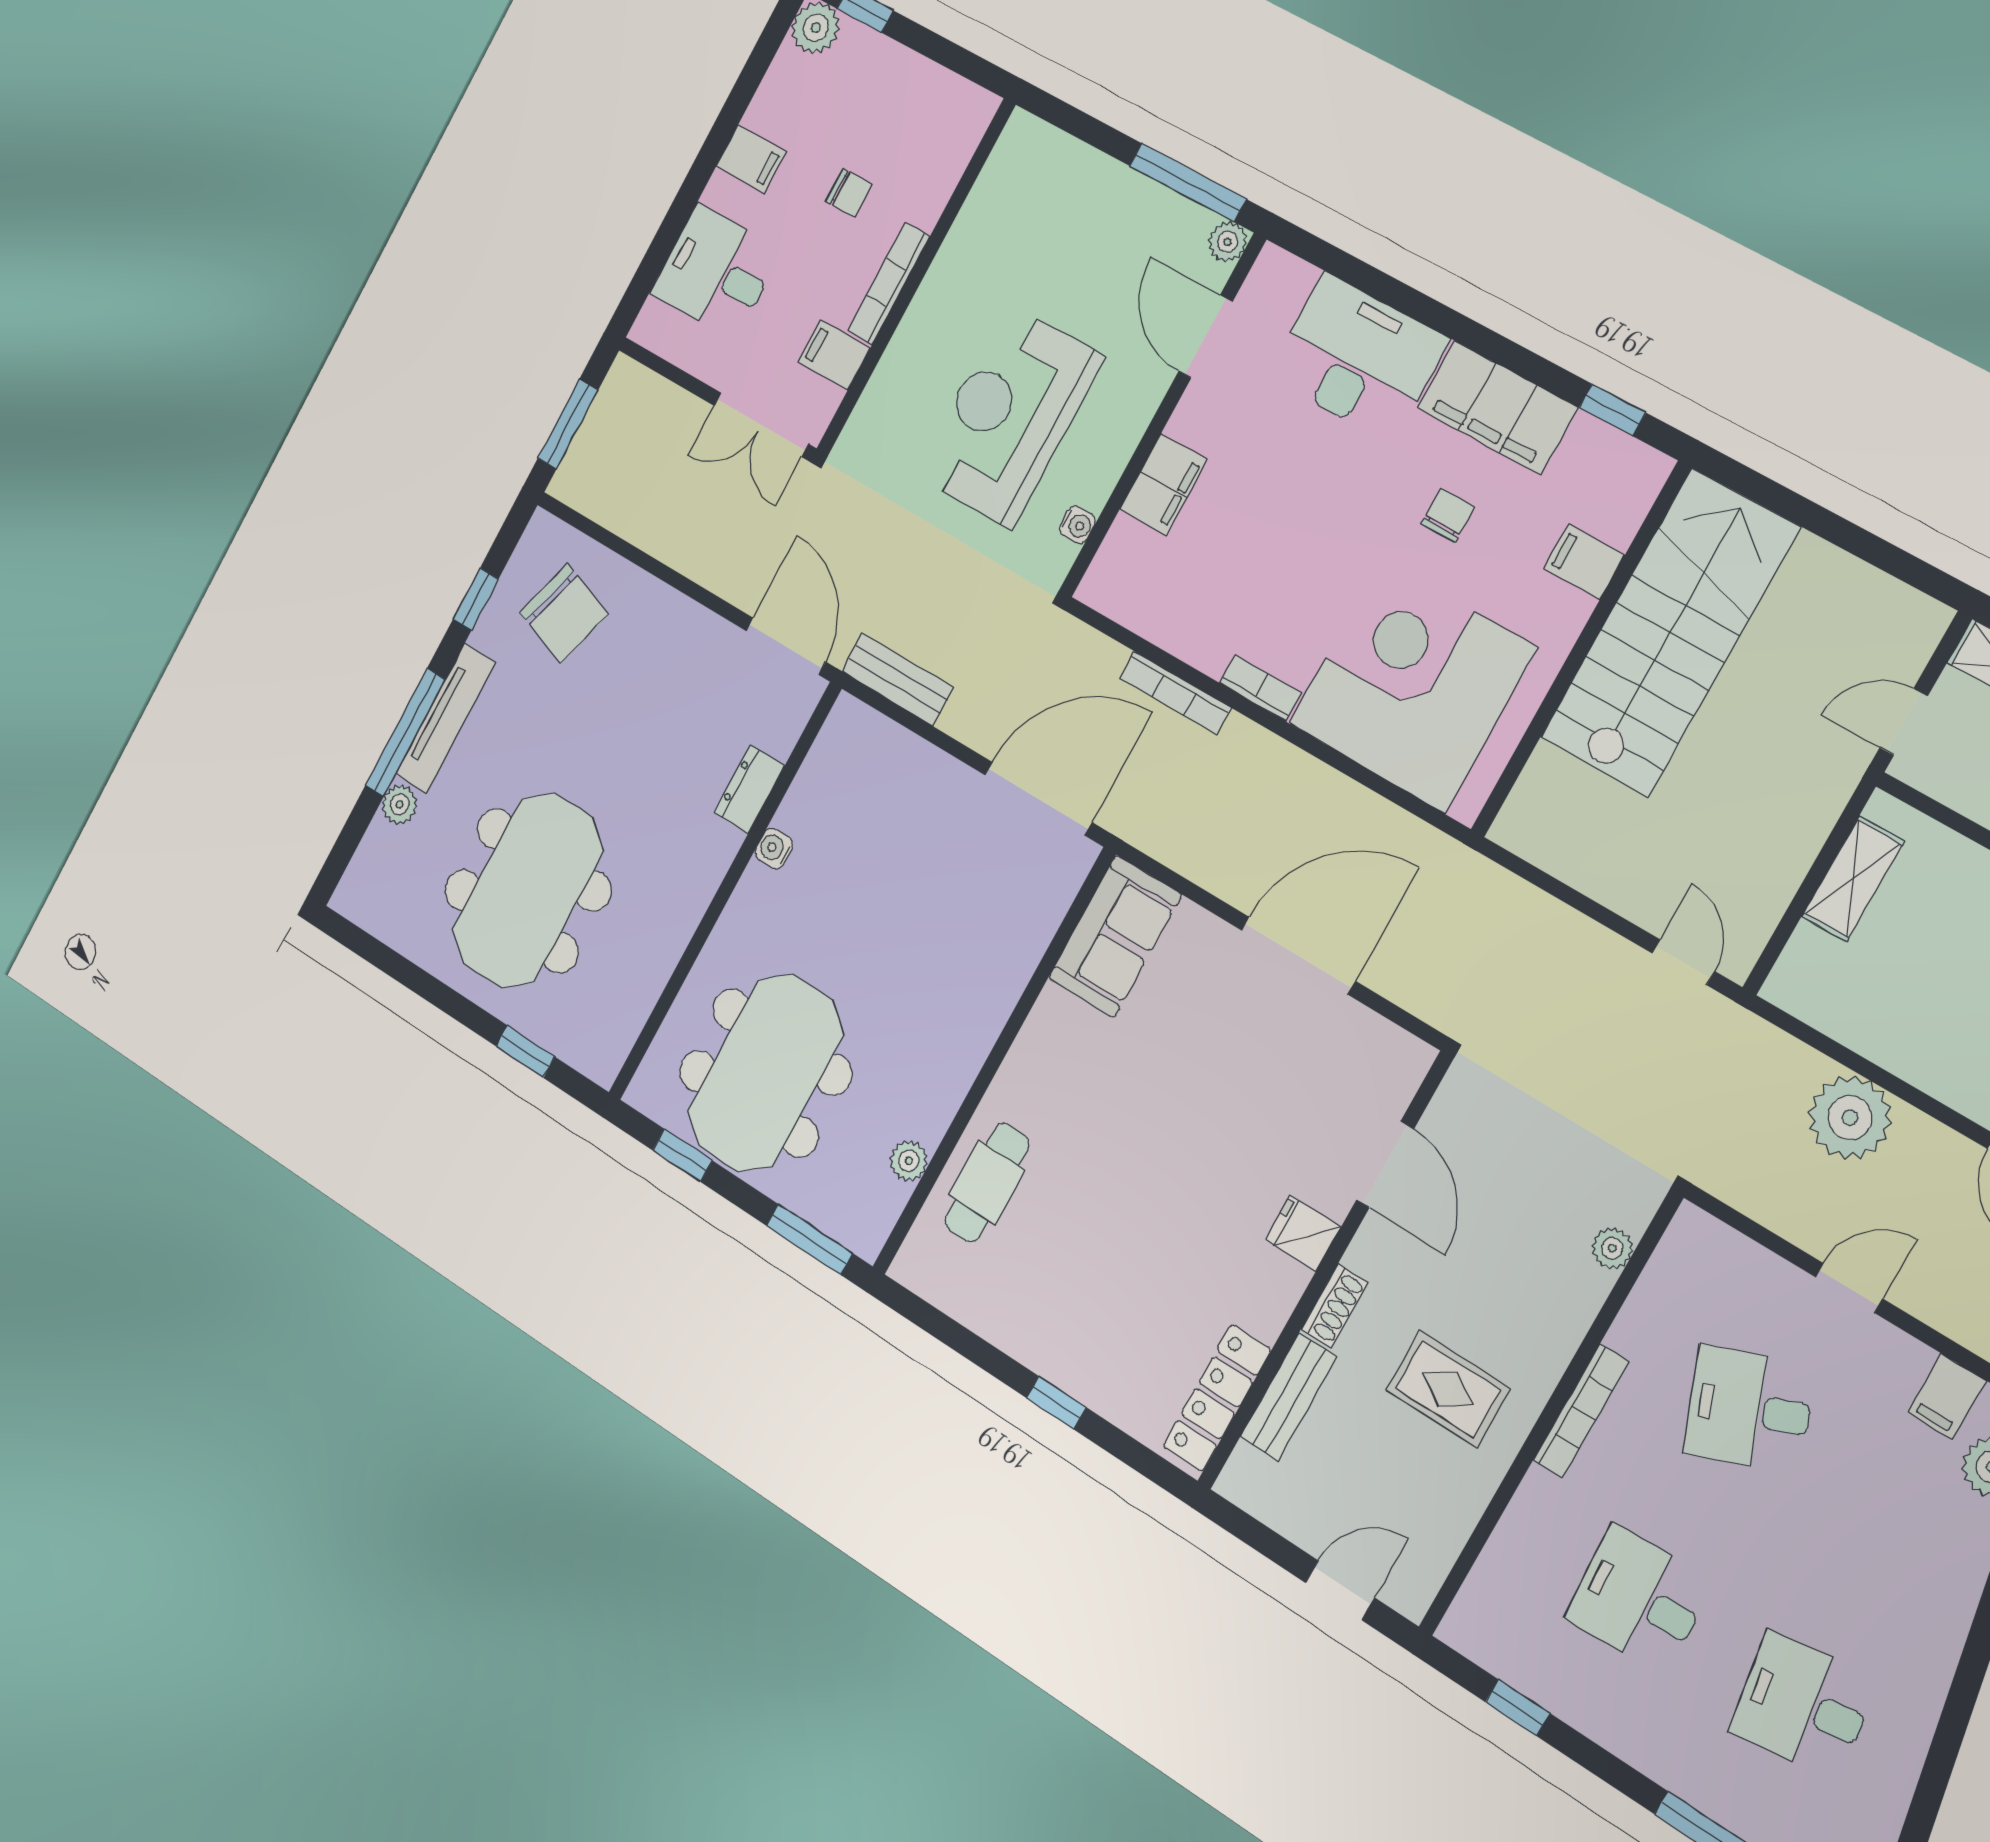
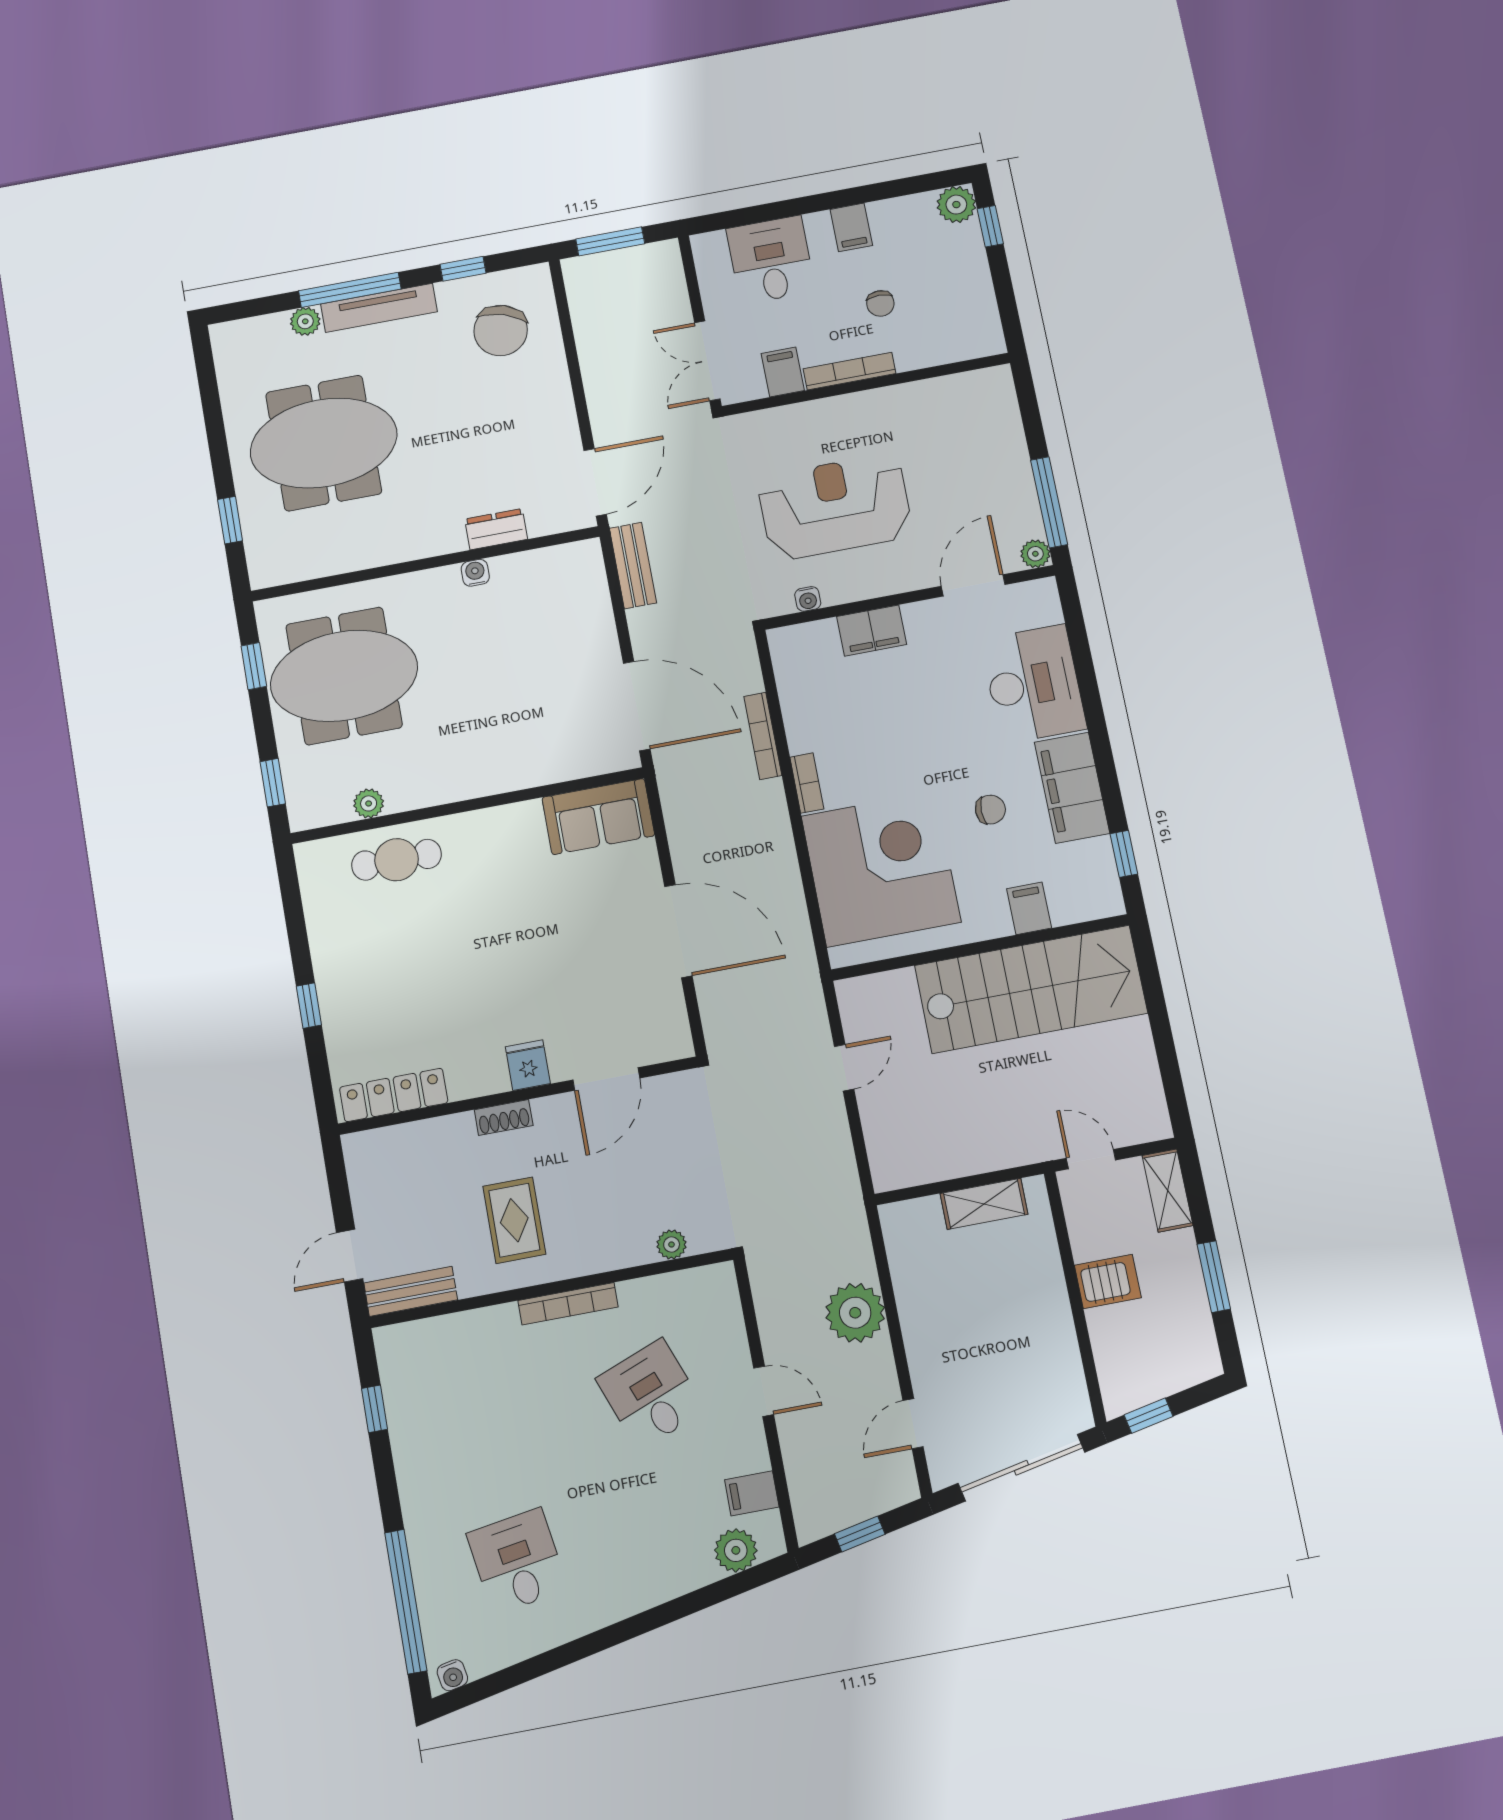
door: (1683, 962) -> (844, 1068), moved
window: (809, 1239) -> (273, 783), width x0.67
bench: (1289, 1397) -> (411, 1291), moved
door: (1340, 1590) -> (350, 1256), swing flipped
desk: (1639, 1599) -> (494, 1424), removed

